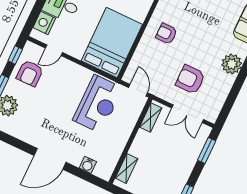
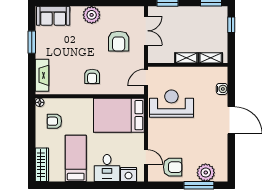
window: (15, 55) -> (164, 185), removed
shelving: (151, 117) -> (186, 58), moved

